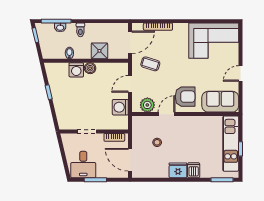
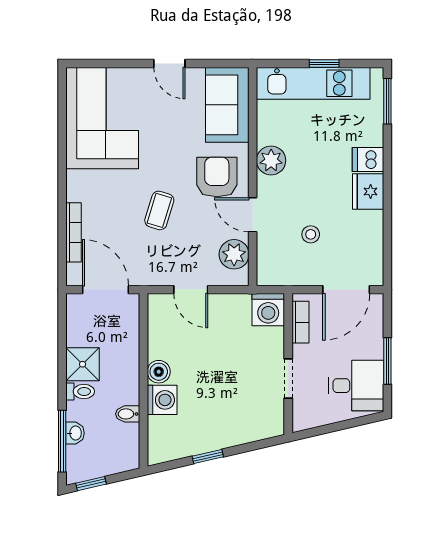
shower: (99, 51) -> (83, 364), moved
coffee table: (150, 64) -> (159, 210), moved
washing machine: (120, 107) -> (268, 310), moved
plant: (193, 123) -> (271, 160), added

